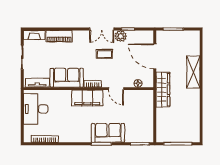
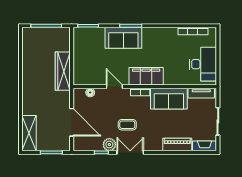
shelving: (193, 72) -> (29, 133), moved
wardrobe: (163, 90) -> (63, 71), moved

